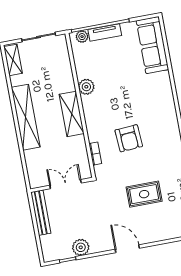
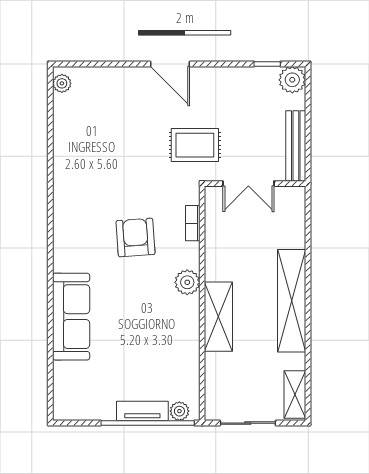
sofa: (152, 45) -> (71, 317), moved
plant: (86, 87) -> (187, 282), moved
shelving: (72, 114) -> (218, 317), moved
rug: (144, 194) -> (195, 145), moved
plant: (81, 247) -> (292, 80), moved

